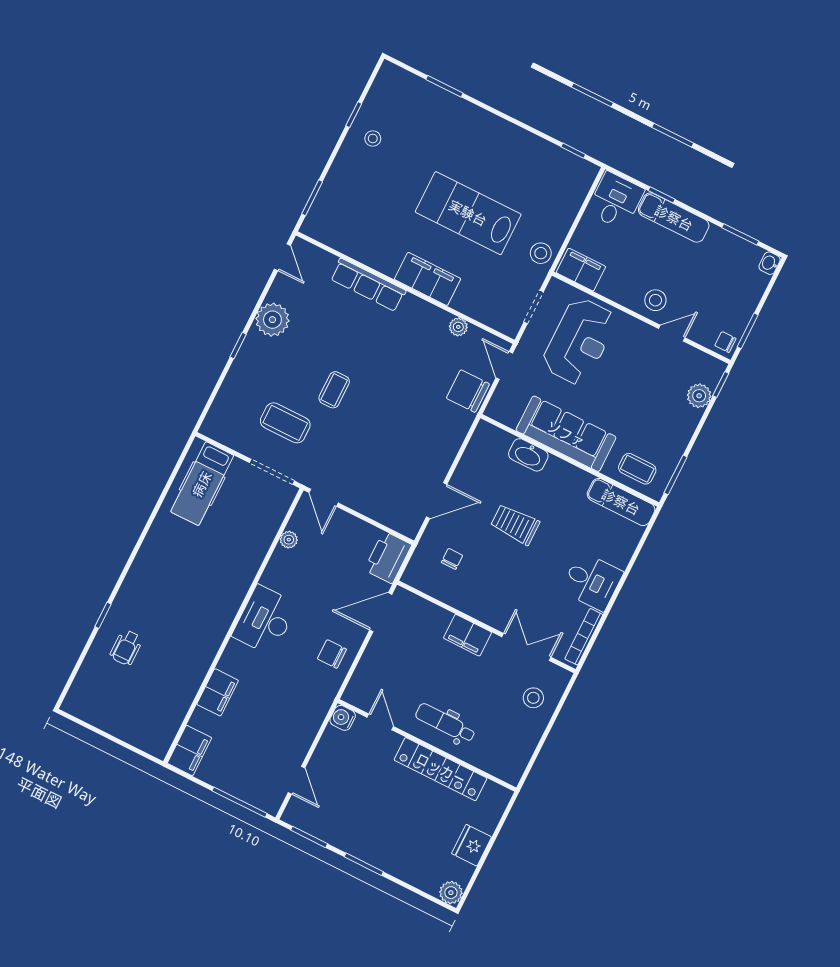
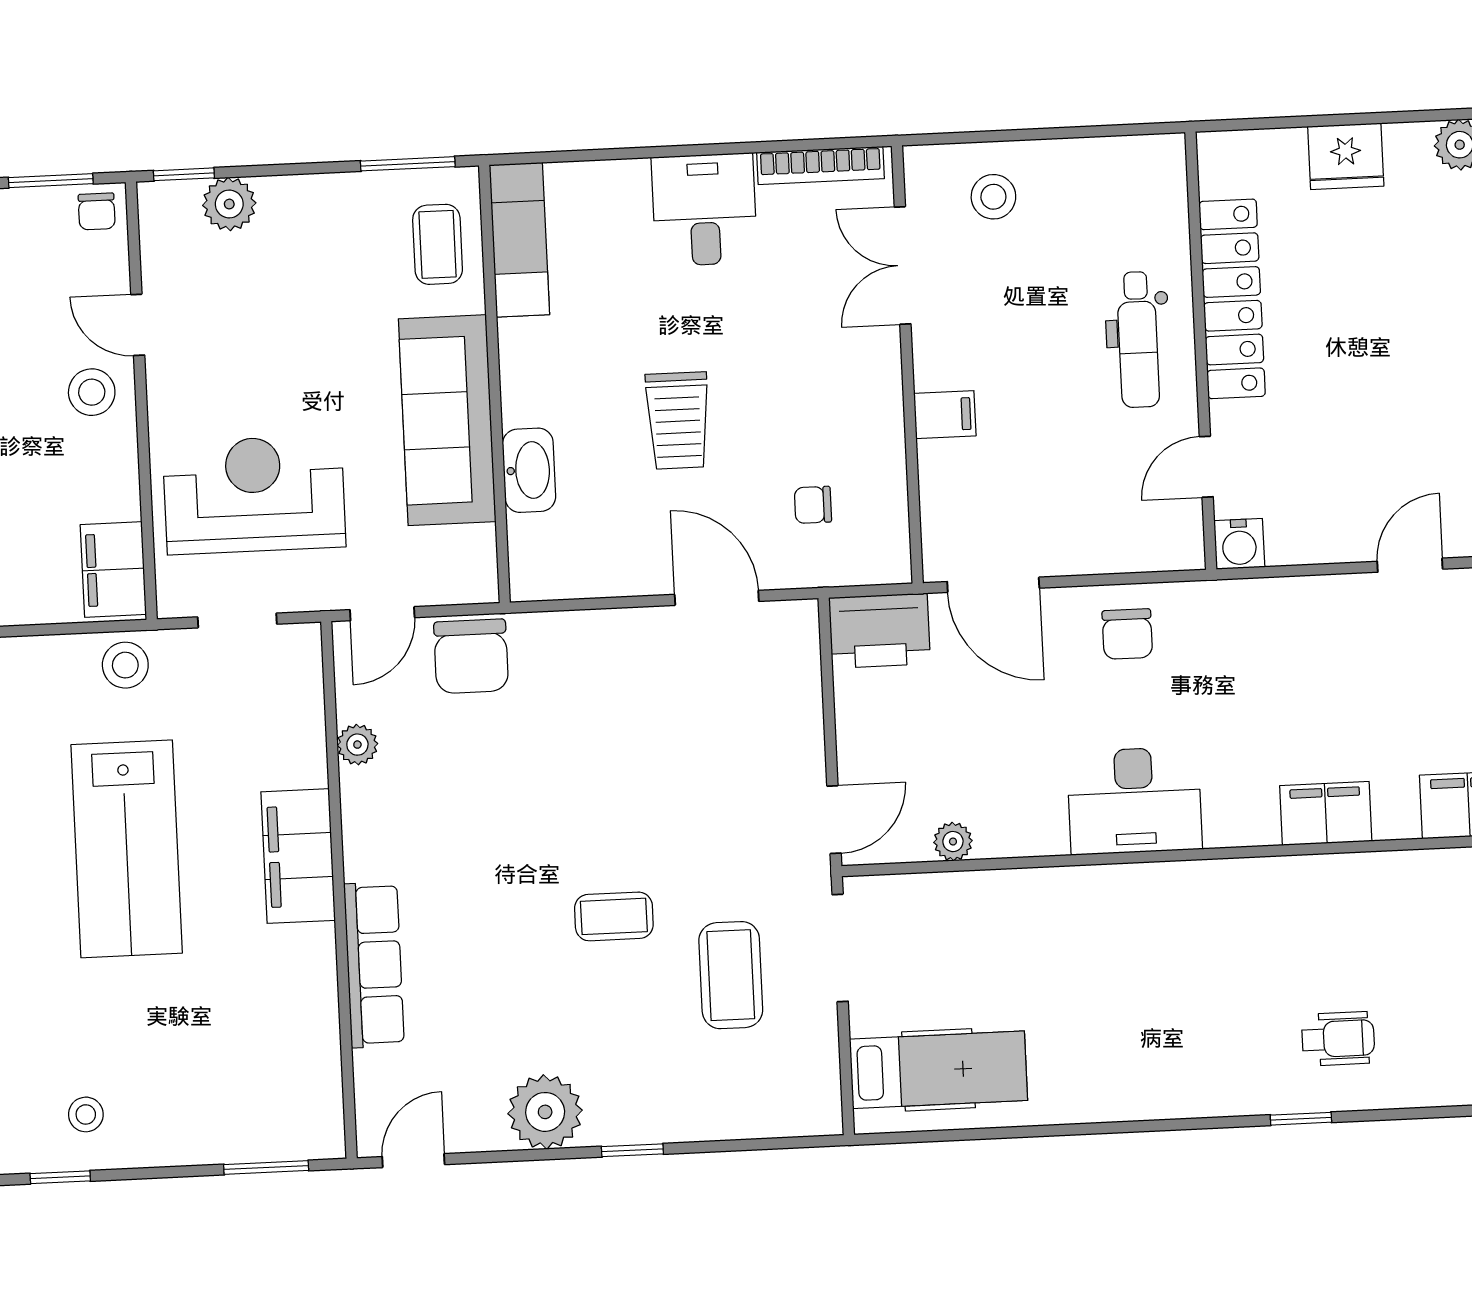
filing cabinet: (468, 635) -> (945, 415), width x0.50

